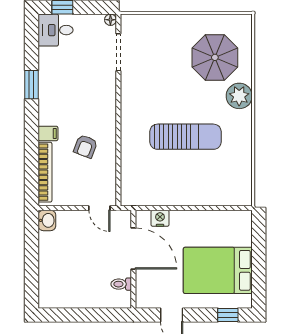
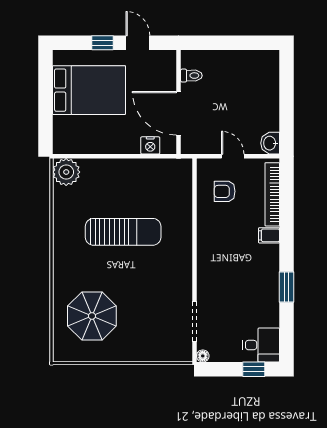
plant: (239, 96) -> (66, 172), moved
sun lounger: (186, 137) -> (123, 232), turned 180
armchair: (86, 146) -> (225, 191), moved, turned -111
door: (99, 208) -> (233, 156), moved
window: (228, 315) -> (103, 43), moved

